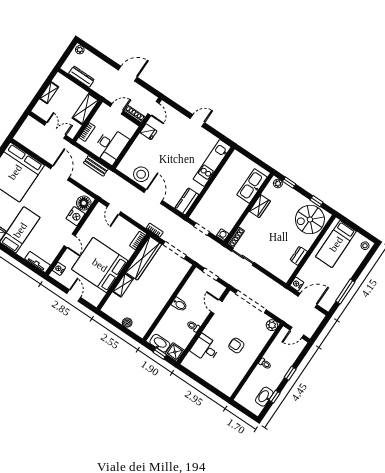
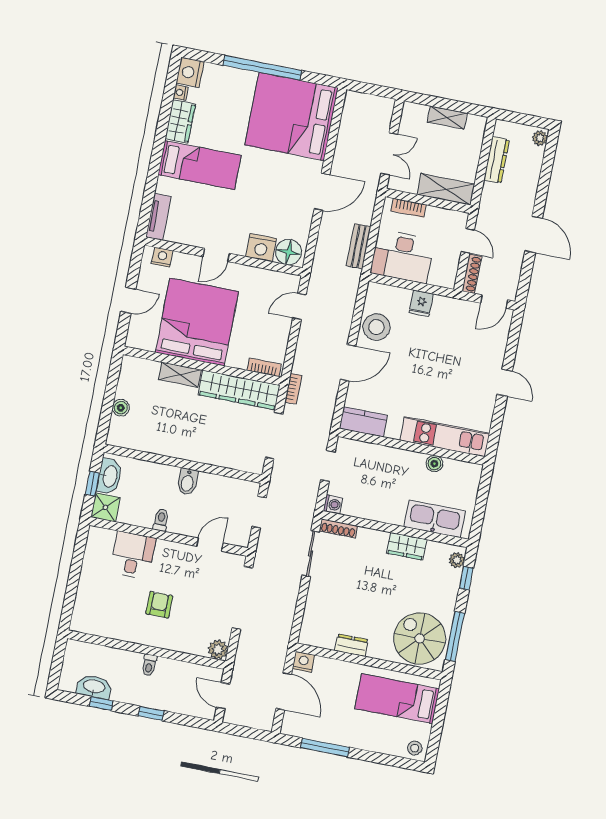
fridge: (148, 132) -> (421, 303), moved
boiler: (224, 174) -> (434, 464), added
window: (317, 201) -> (455, 636), width x2.17

